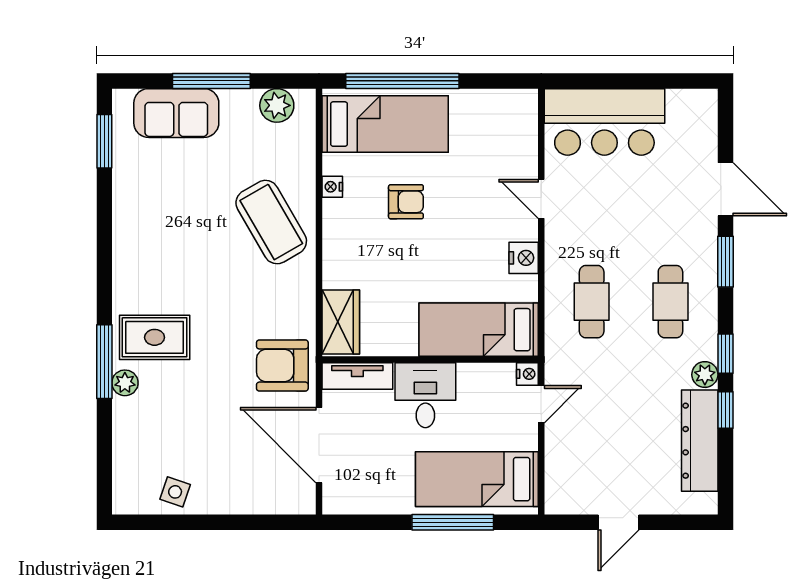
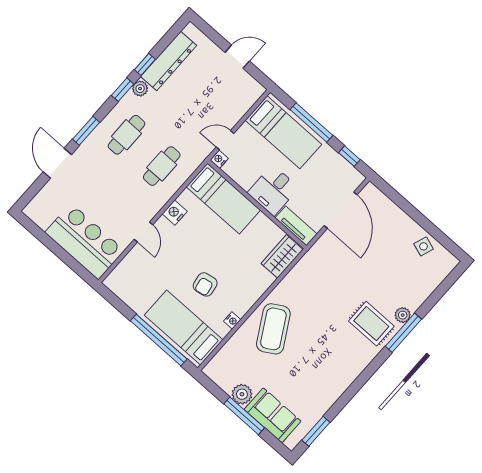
plant: (277, 105) -> (242, 394), moved
armchair: (406, 202) -> (205, 284), turned -100
armchair: (282, 366) -> (325, 260), removed
window: (368, 522) -> (349, 156), added

